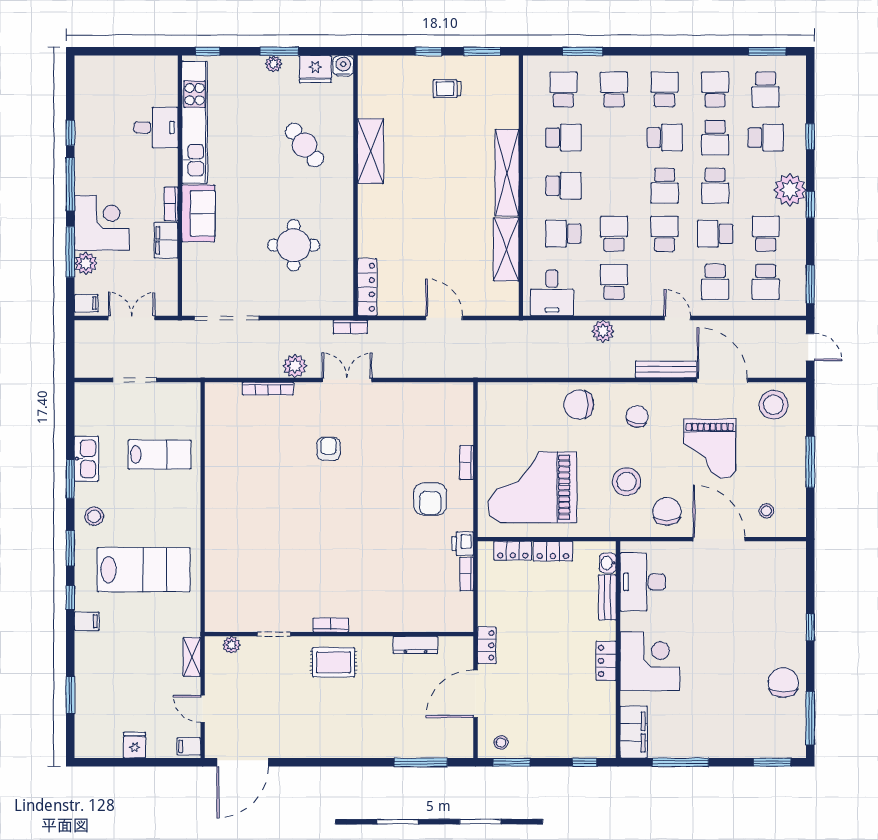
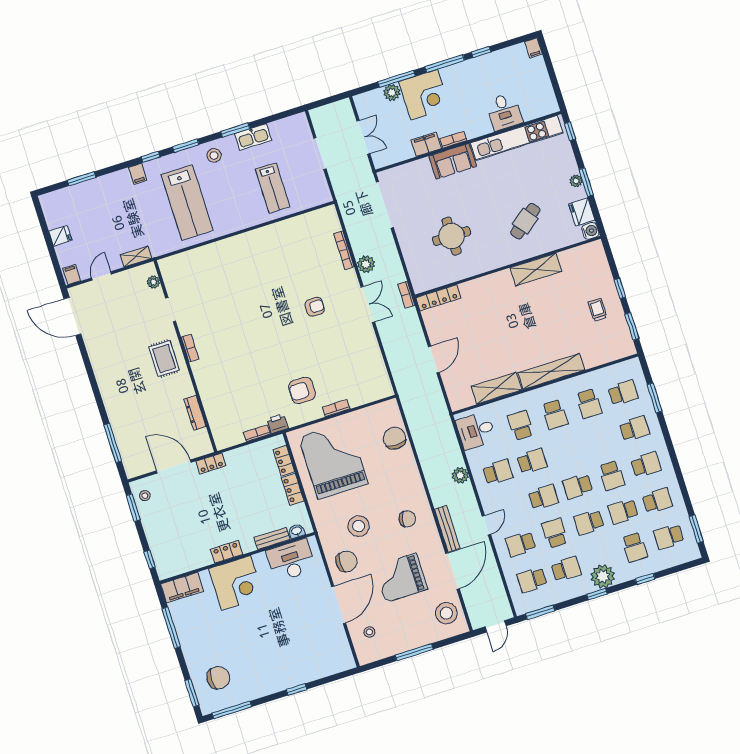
filing cabinet: (86, 303) -> (533, 48), moved
chair: (579, 405) -> (395, 438), moved
chair: (783, 683) -> (218, 678), moved

